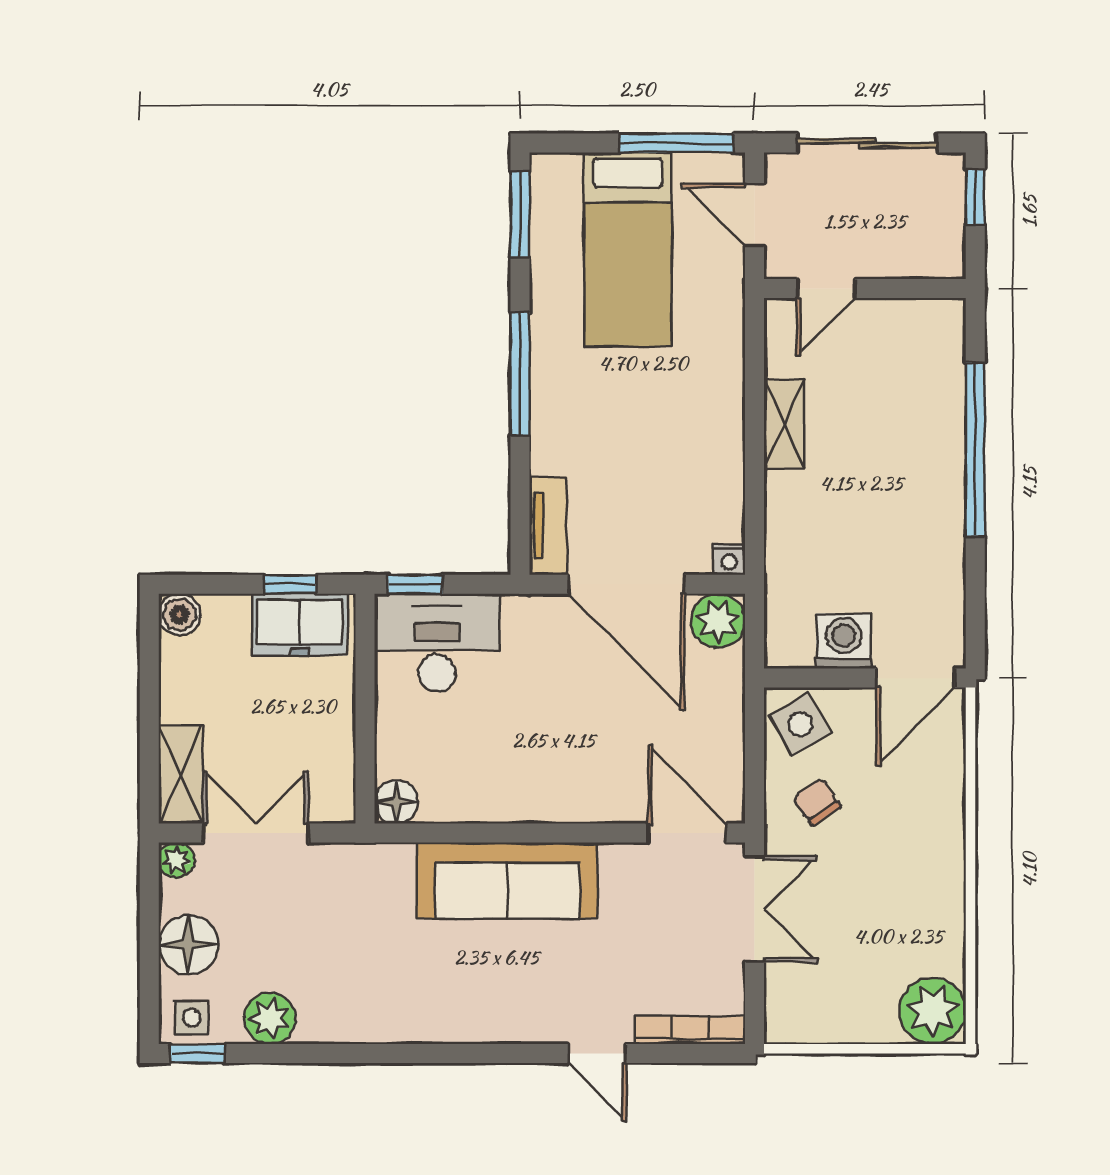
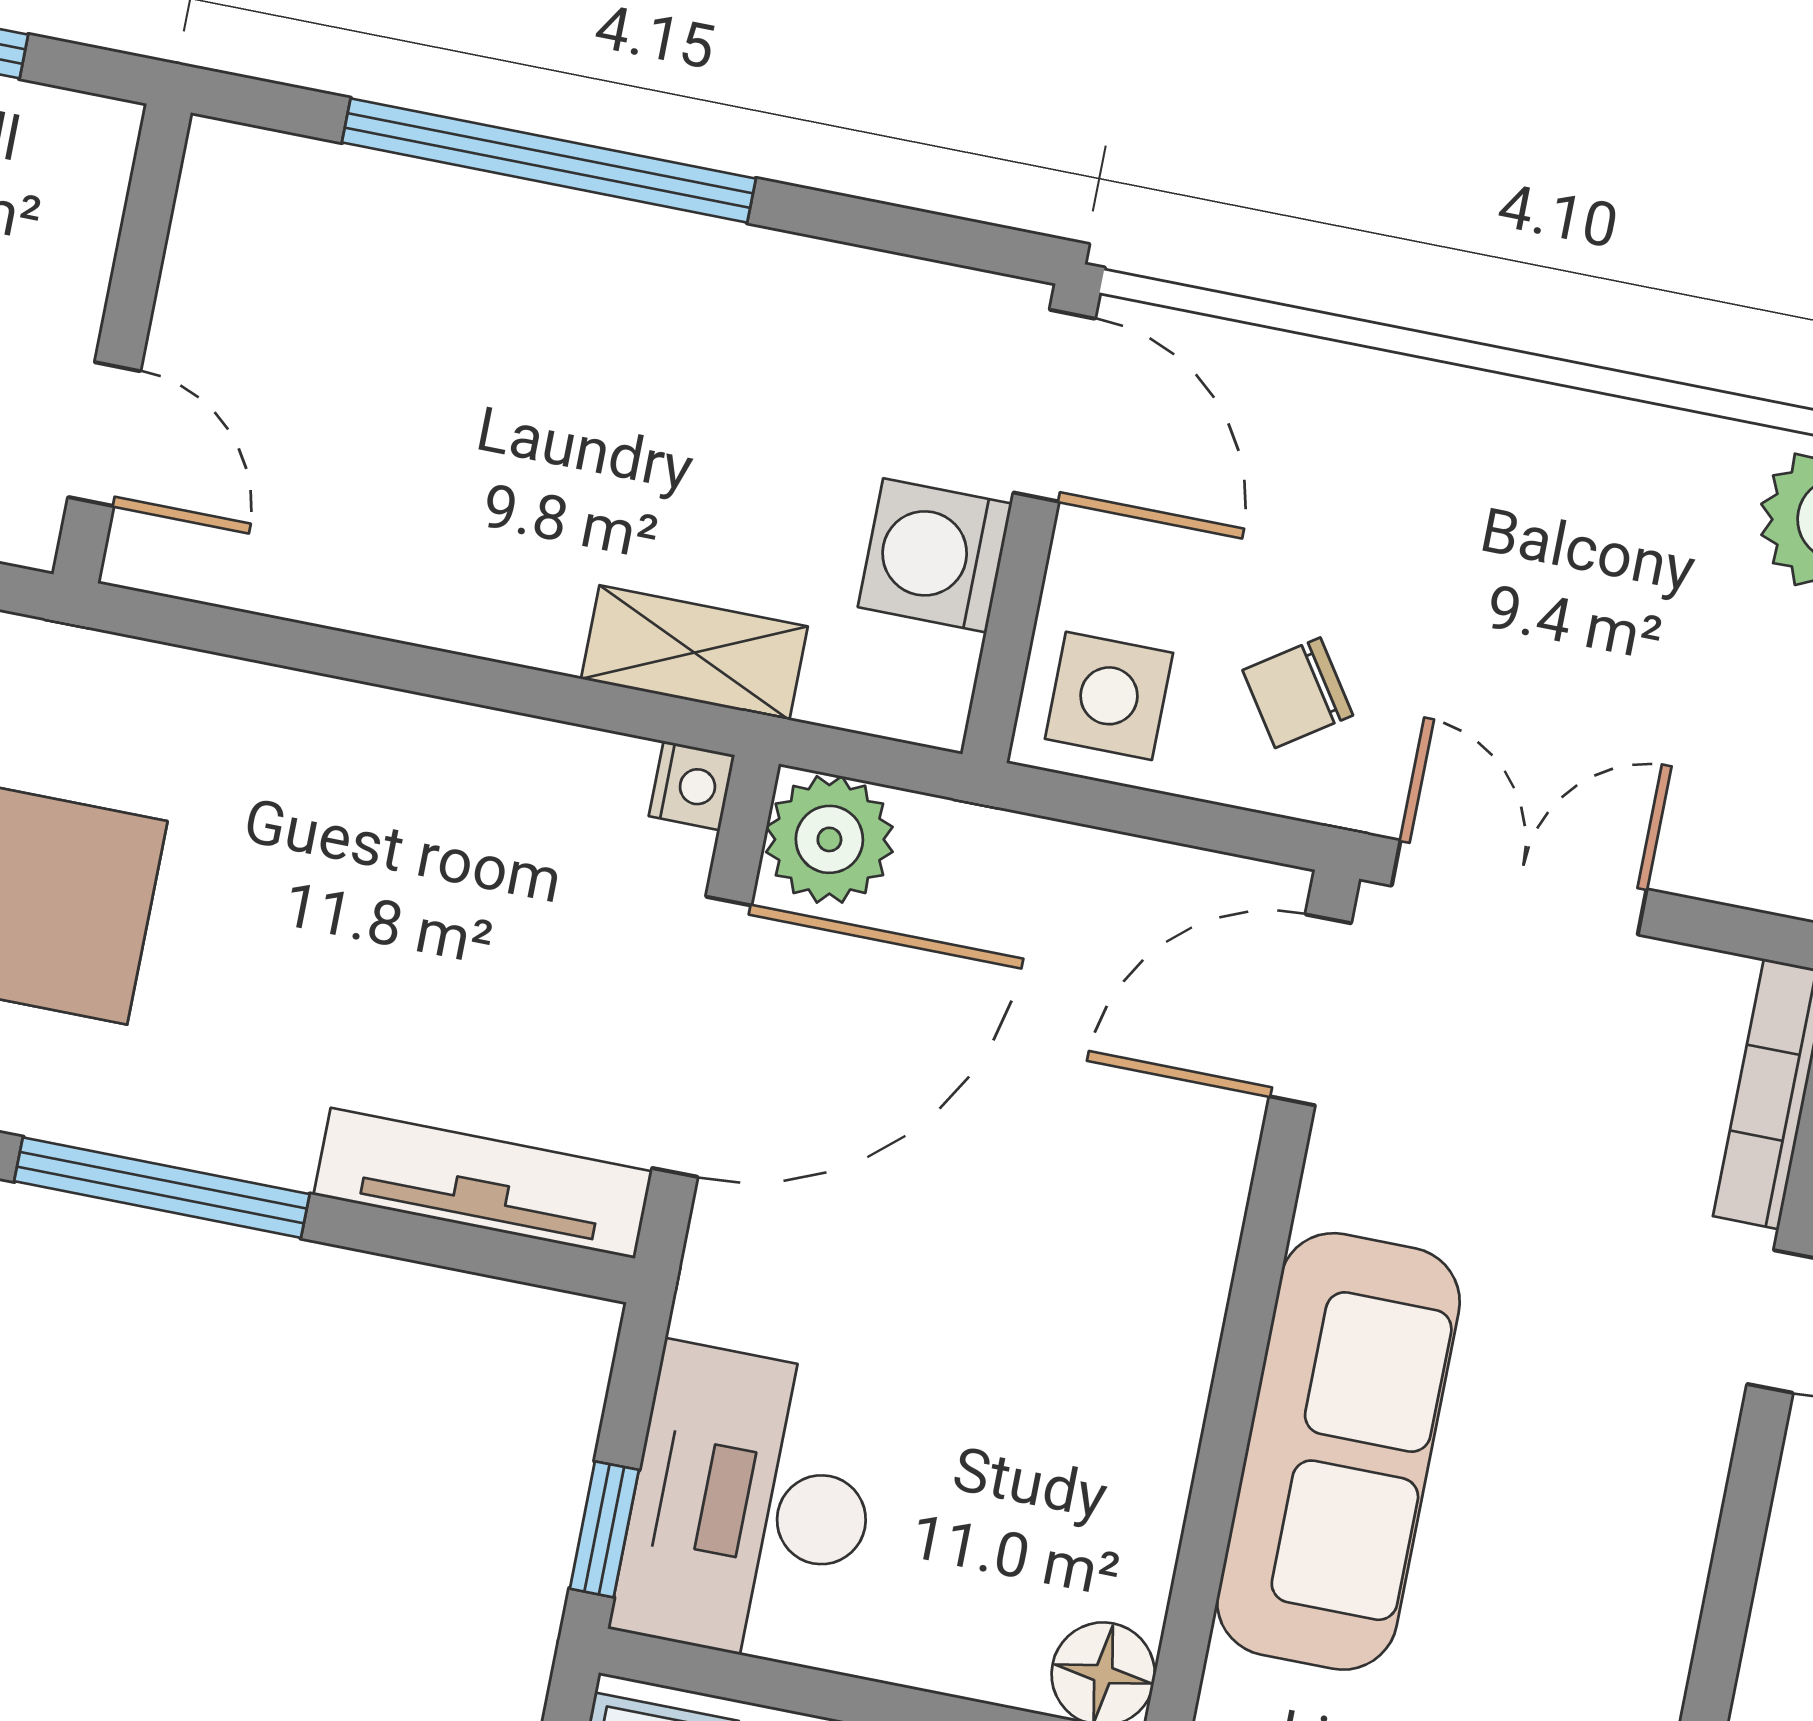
shelving: (784, 424) -> (694, 653), moved
tv unit: (548, 526) -> (483, 1183), width x1.41
side table: (800, 724) -> (1109, 696), turned 30

